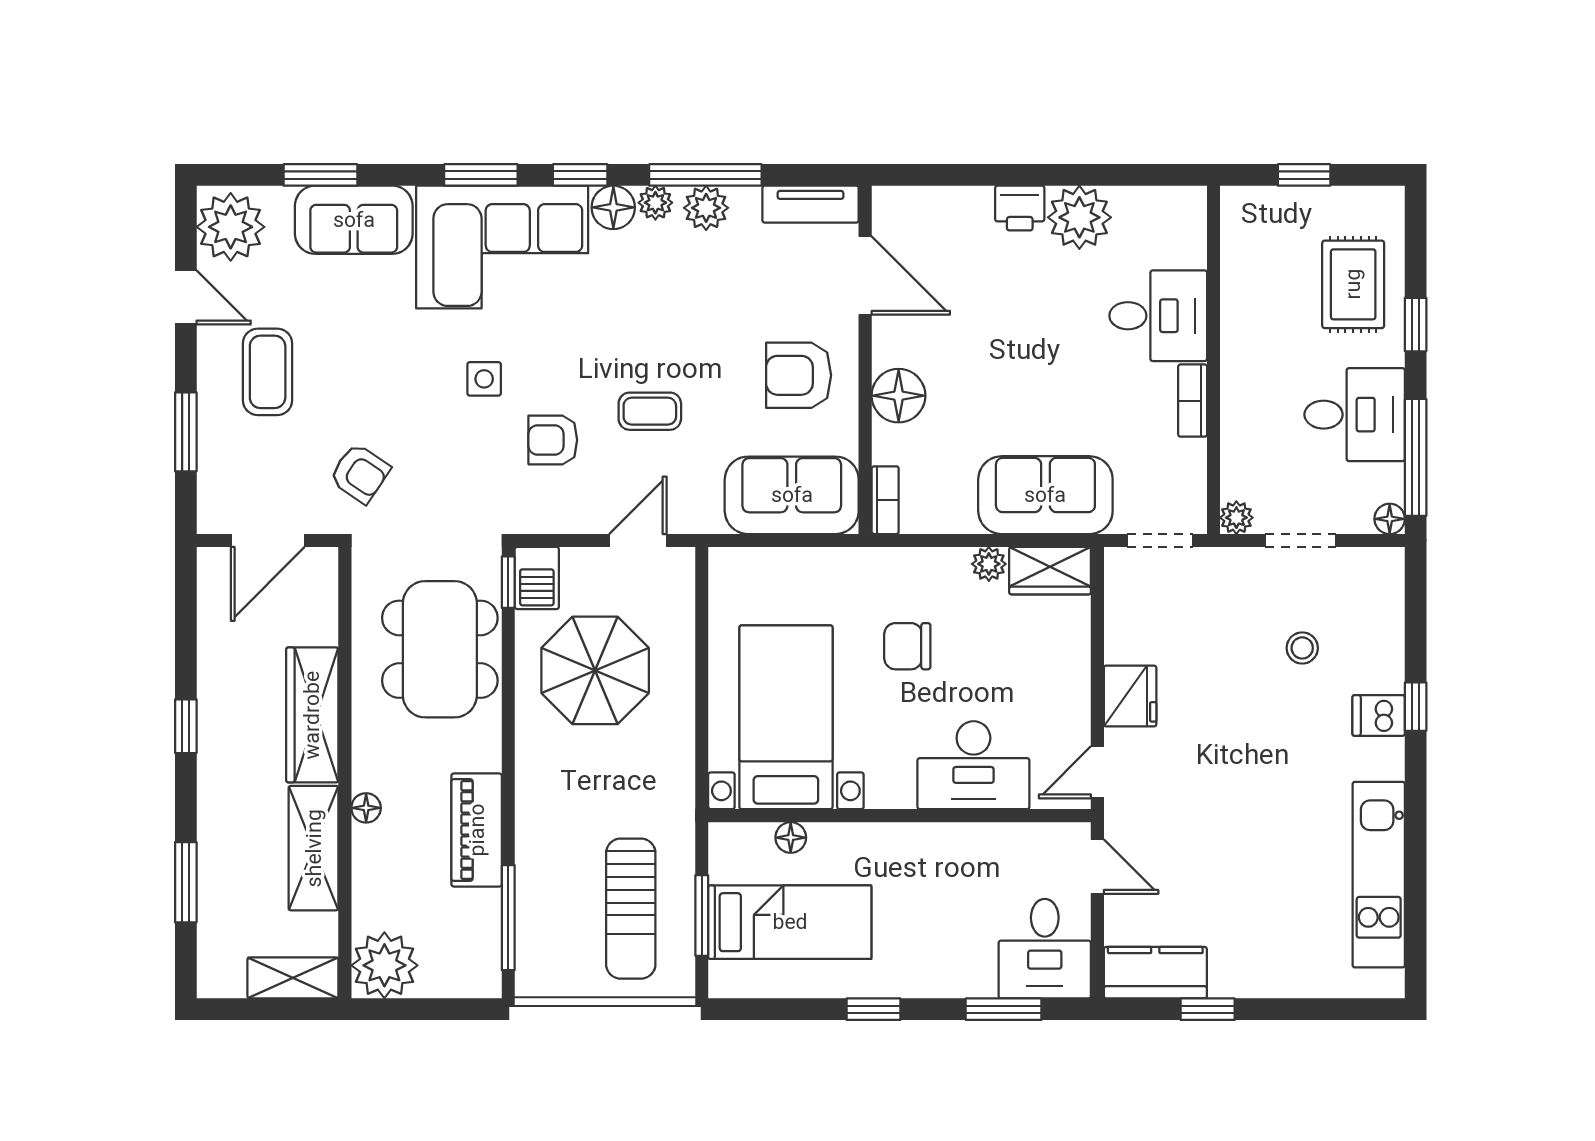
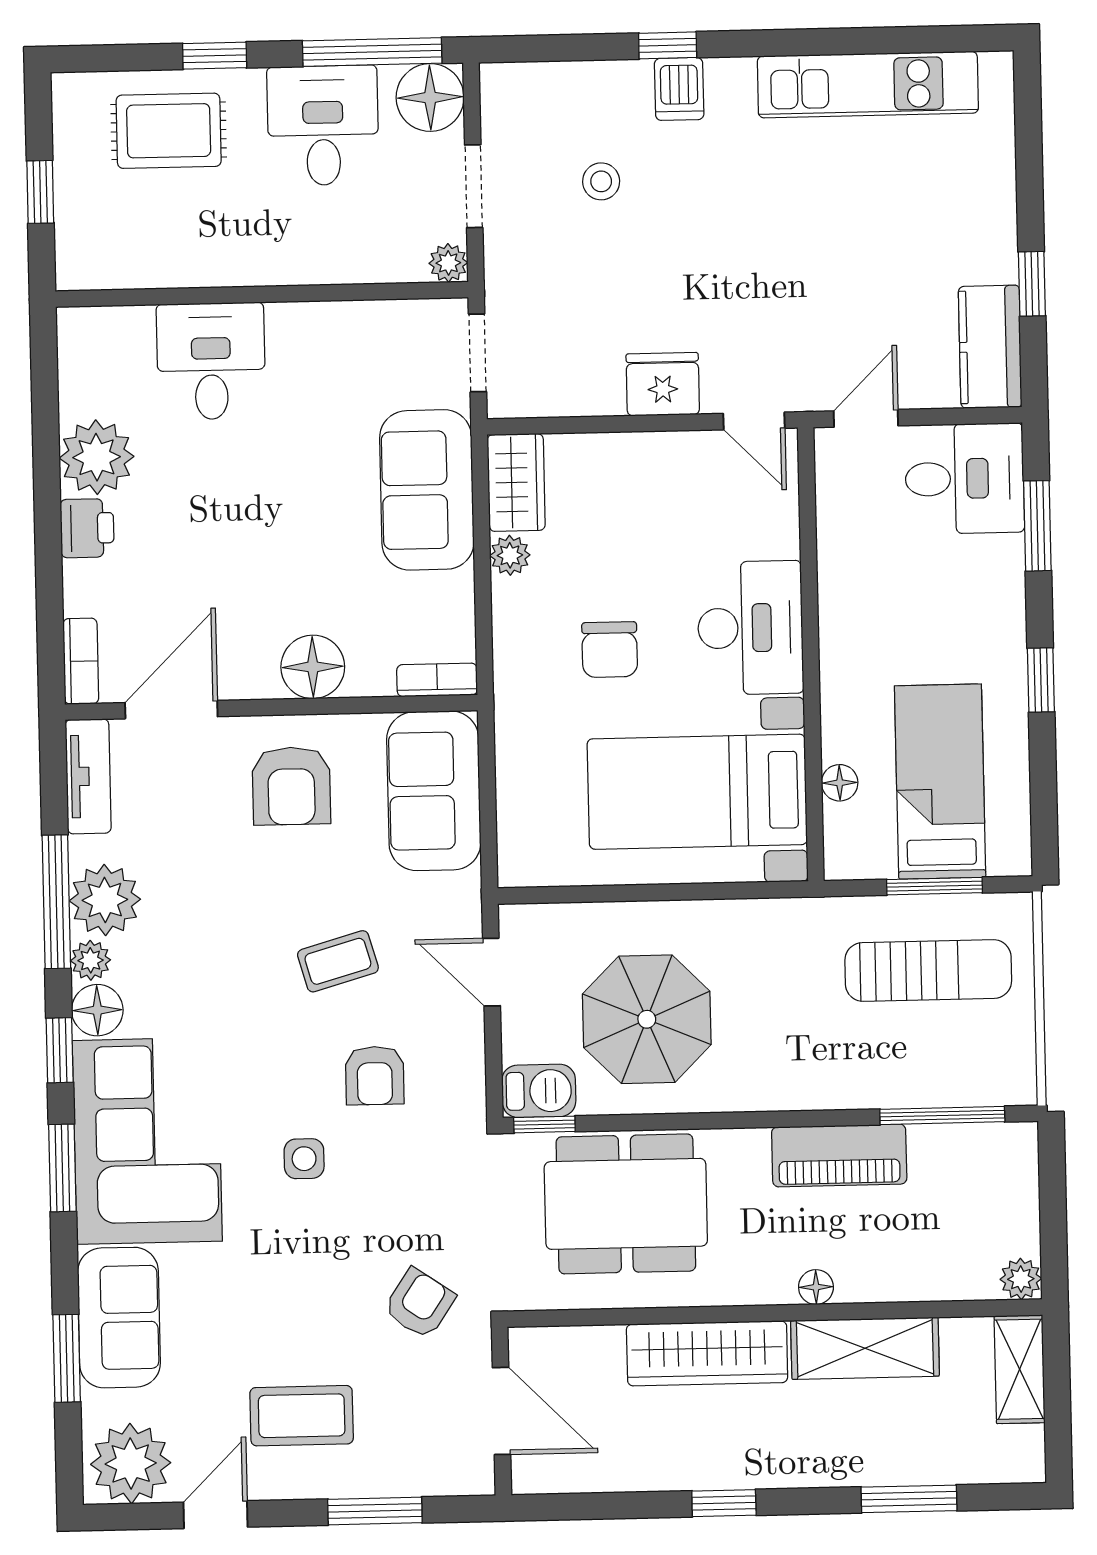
plant: (706, 208) -> (105, 900), width x1.36, depth x1.36
bookcase: (1193, 401) -> (81, 661), moved, turned -90
coffee table: (650, 411) -> (338, 961), turned 74
floor lamp: (1390, 519) -> (430, 97), width x1.89, depth x1.89
desk: (973, 765) -> (750, 628), moved
plant: (384, 965) -> (1021, 1279), width x0.53, depth x0.53

